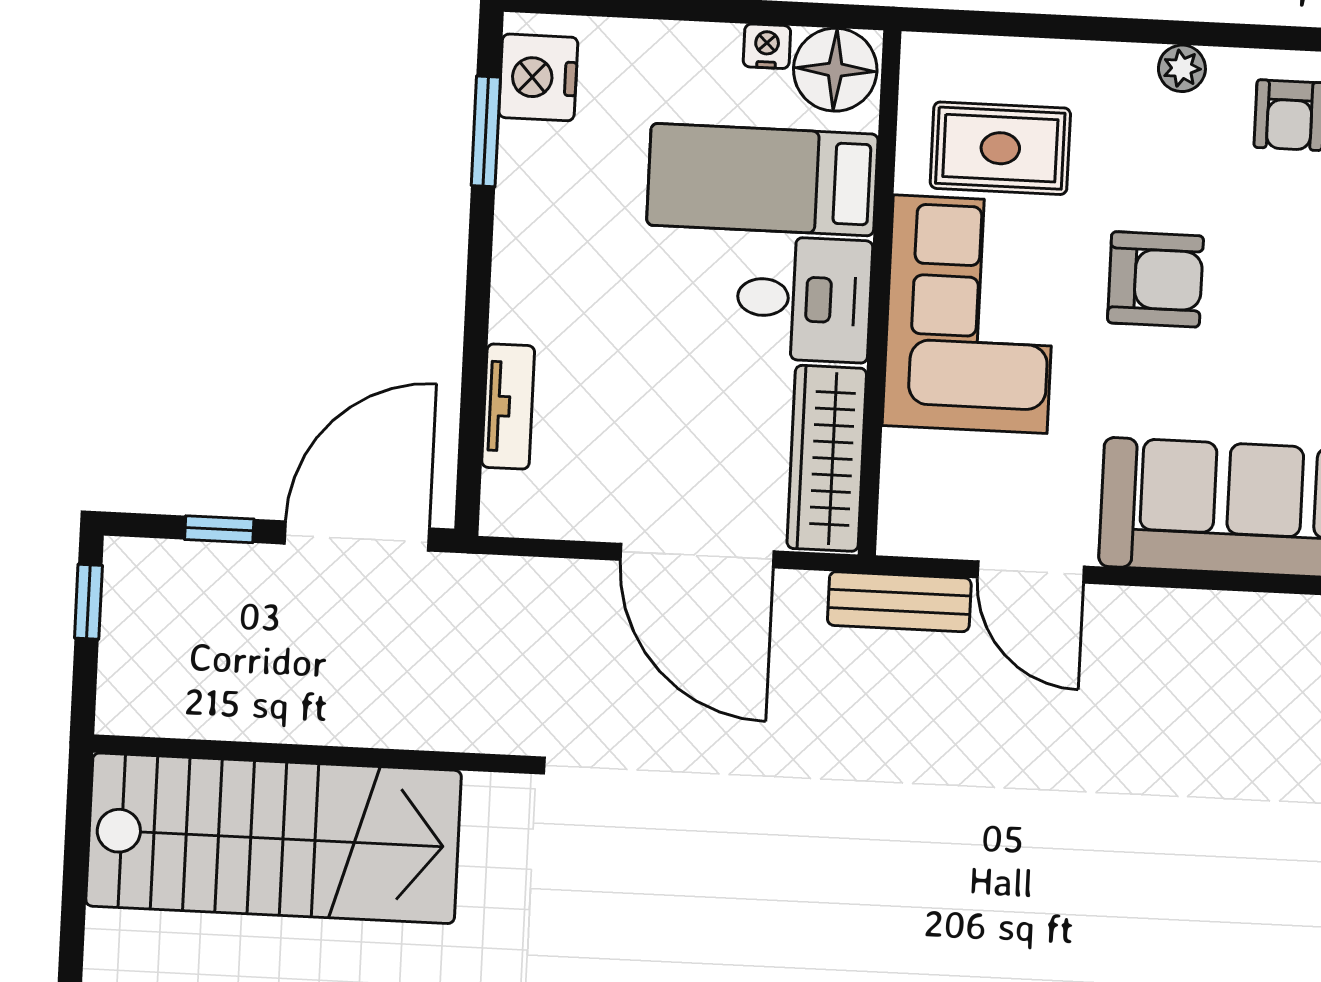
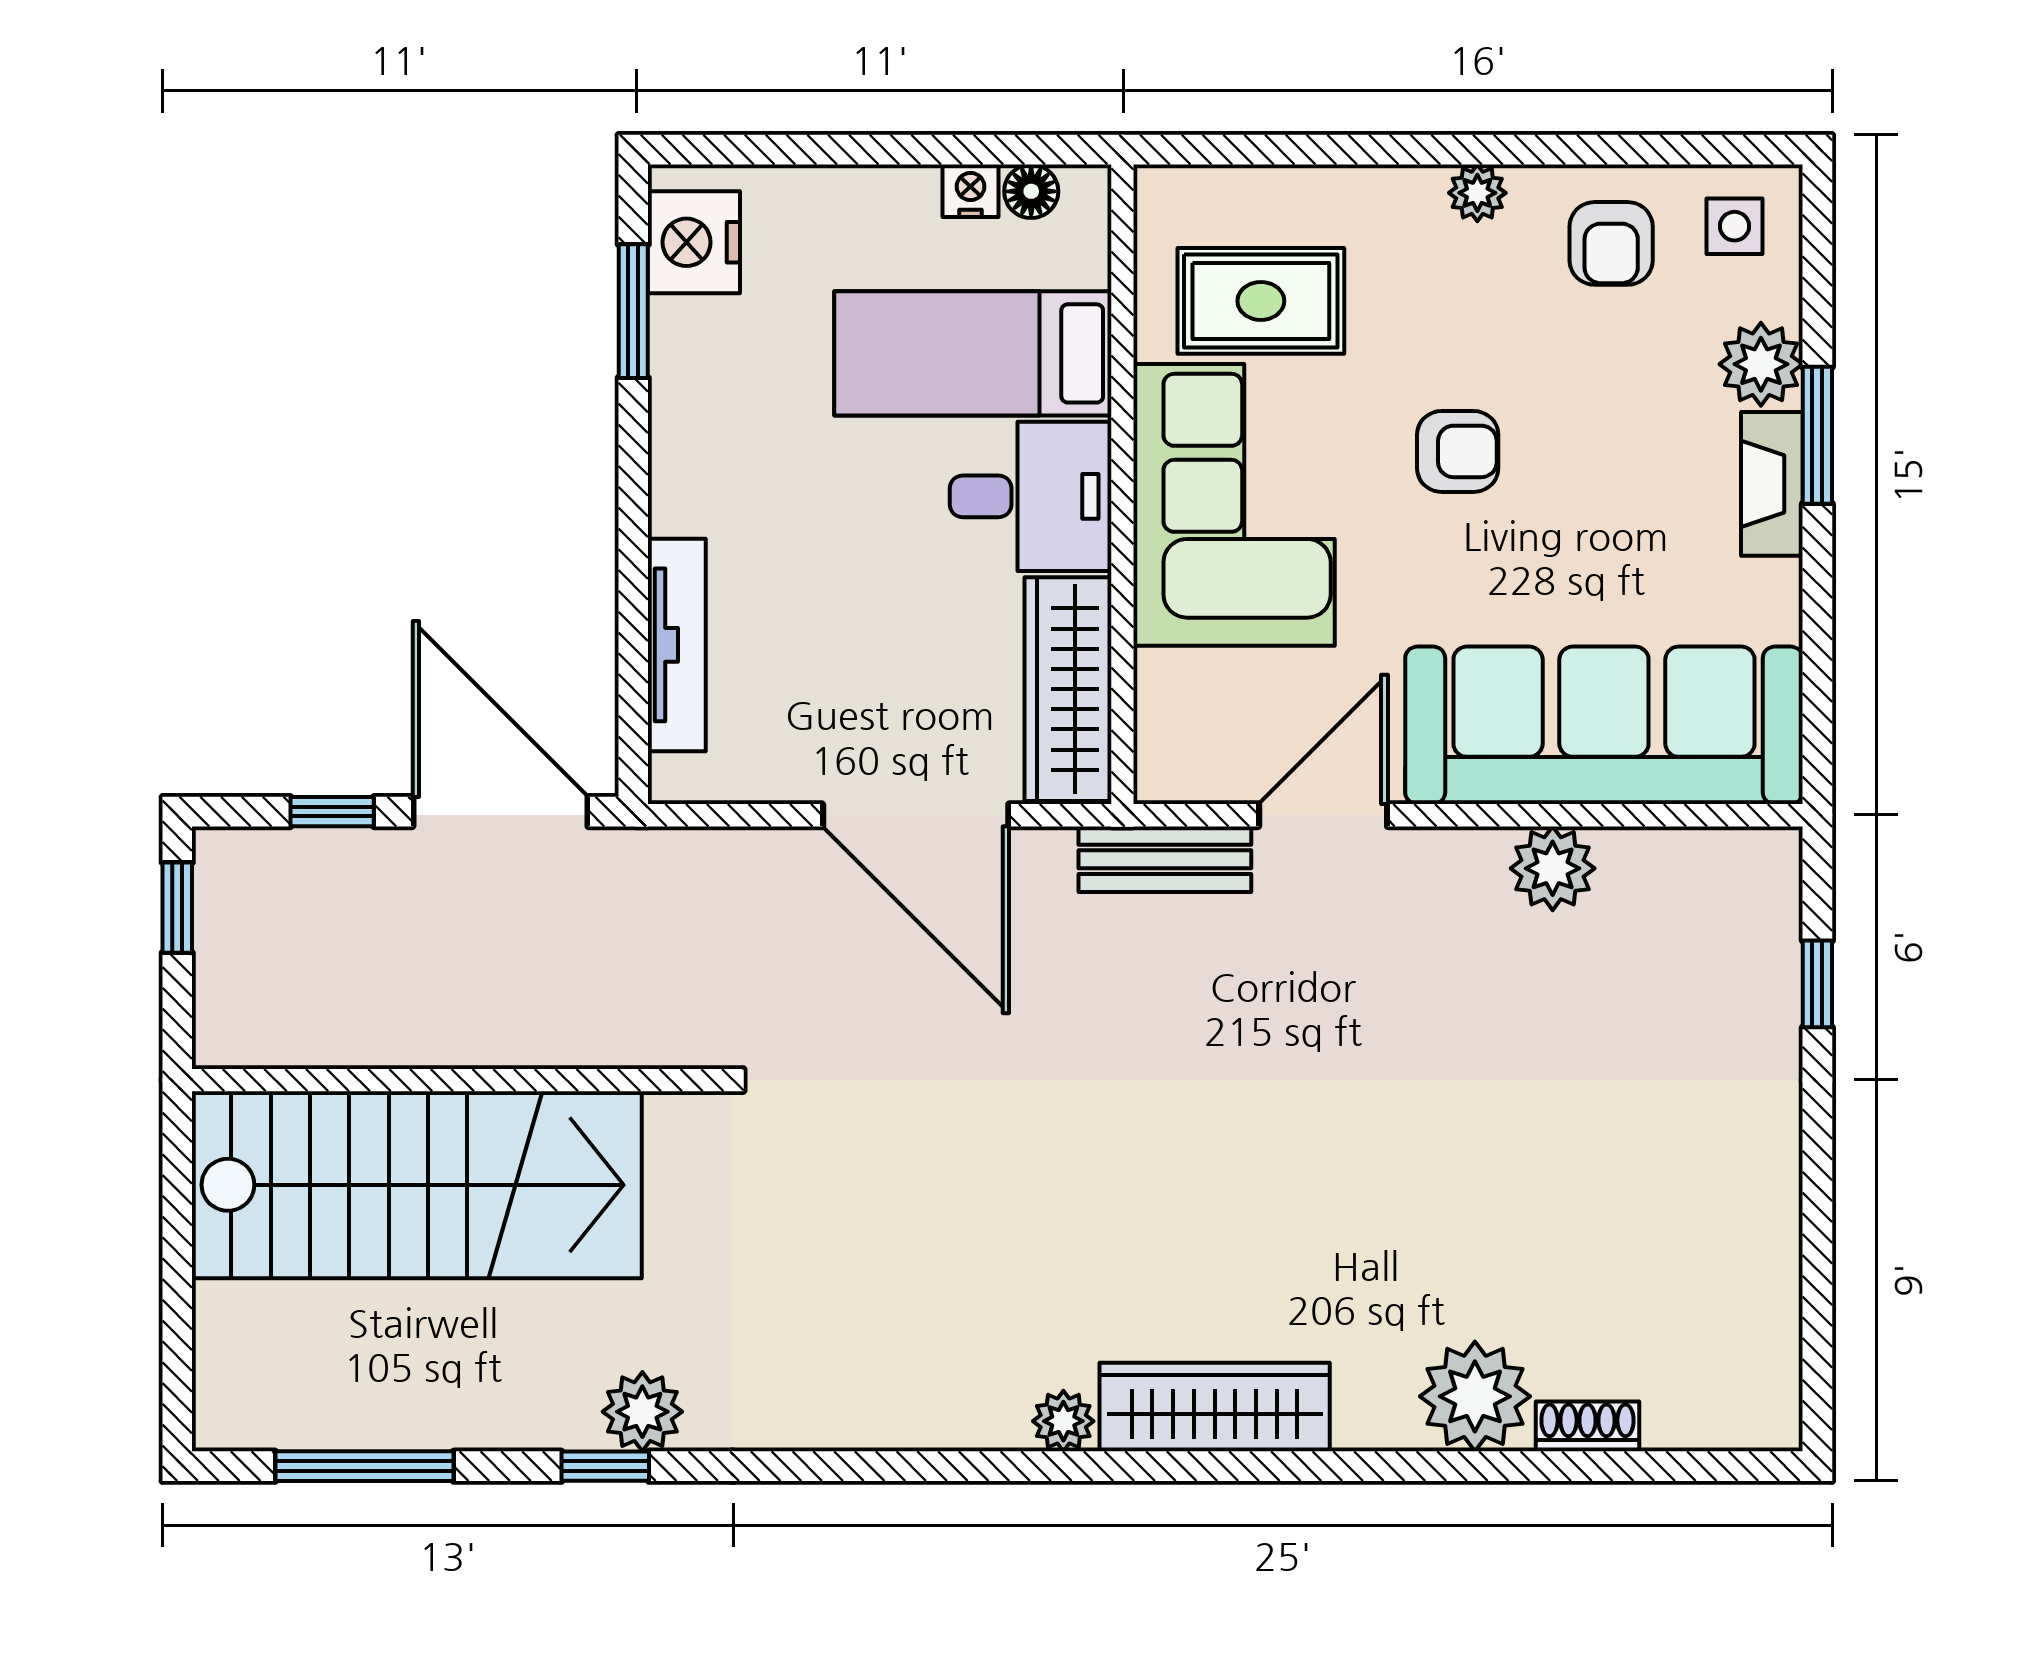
floor lamp: (835, 70) -> (1031, 191), width x0.53, depth x0.53
armchair: (1155, 279) -> (1458, 451), width x0.72, depth x0.72
tv unit: (508, 406) -> (677, 645), width x1.41
door: (357, 536) -> (500, 812), hinge flipped
door: (1031, 572) -> (1323, 815), swing flipped
plant: (1216, 625) -> (1553, 868), added

